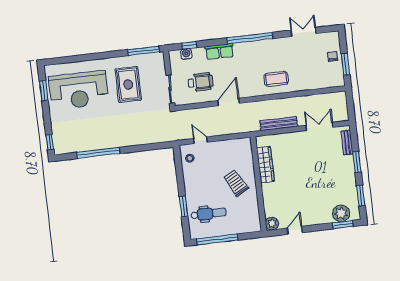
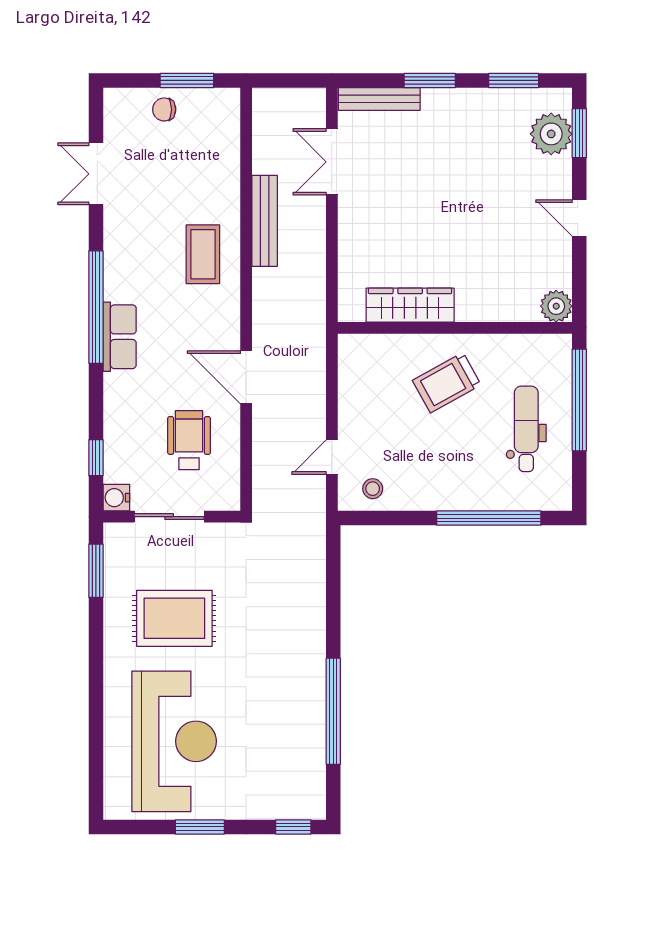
window: (144, 51) -> (96, 571), width x0.69
row of seats: (219, 51) -> (120, 337), moved
water cooler: (186, 54) -> (116, 498), moved
sliding door: (170, 89) -> (169, 517), moved
window: (44, 91) -> (200, 827), moved
bench: (279, 124) -> (265, 221), moved
bench: (347, 142) -> (379, 99), width x1.36
window: (183, 206) -> (489, 518), width x2.11
dental chair: (209, 214) -> (526, 429), moved
door: (295, 230) -> (579, 218), moved
window: (217, 239) -> (579, 400), moved

